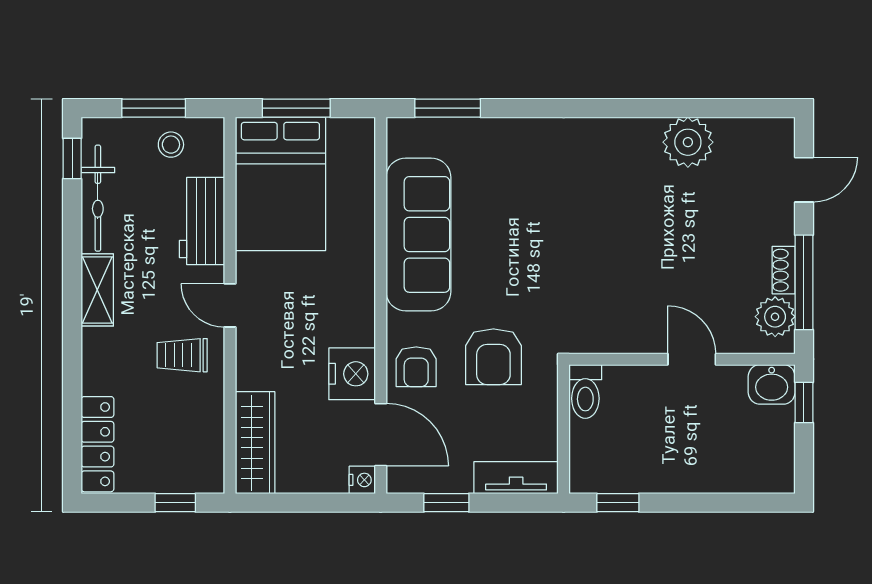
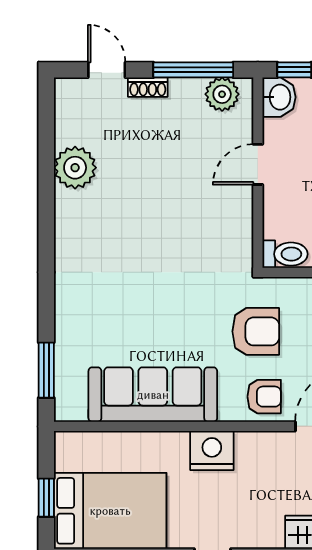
window: (296, 108) -> (46, 498), width x0.67
shoe rack: (784, 270) -> (148, 87), moved
nightstand: (352, 374) -> (212, 451), moved

